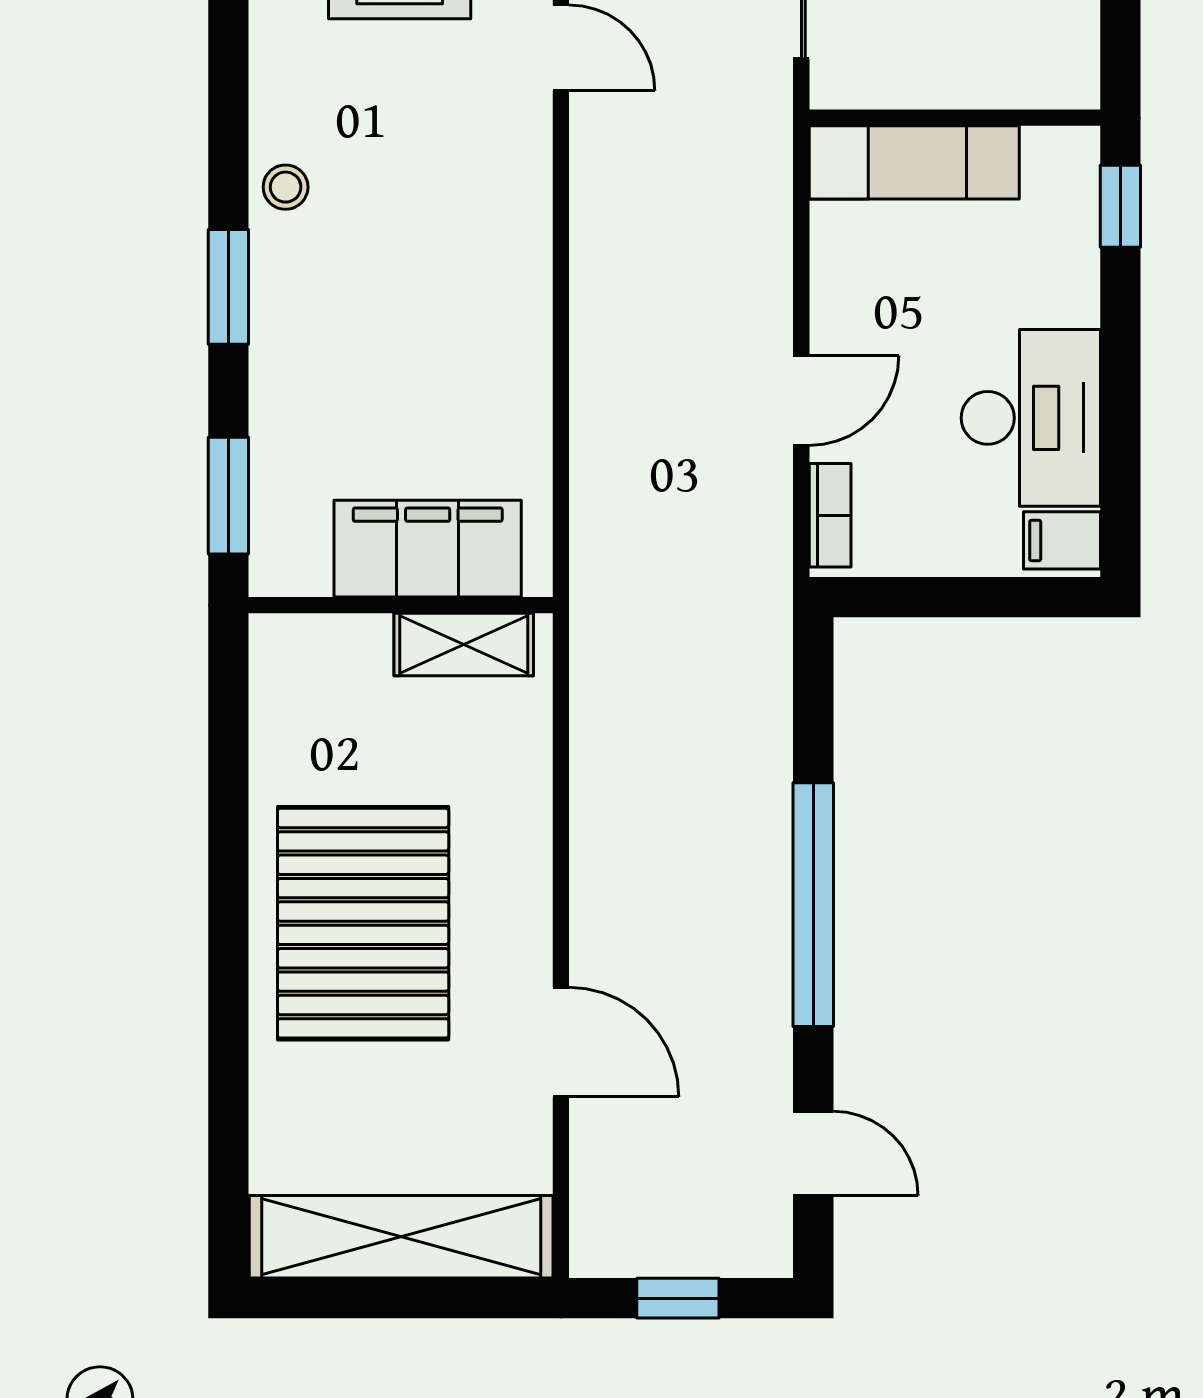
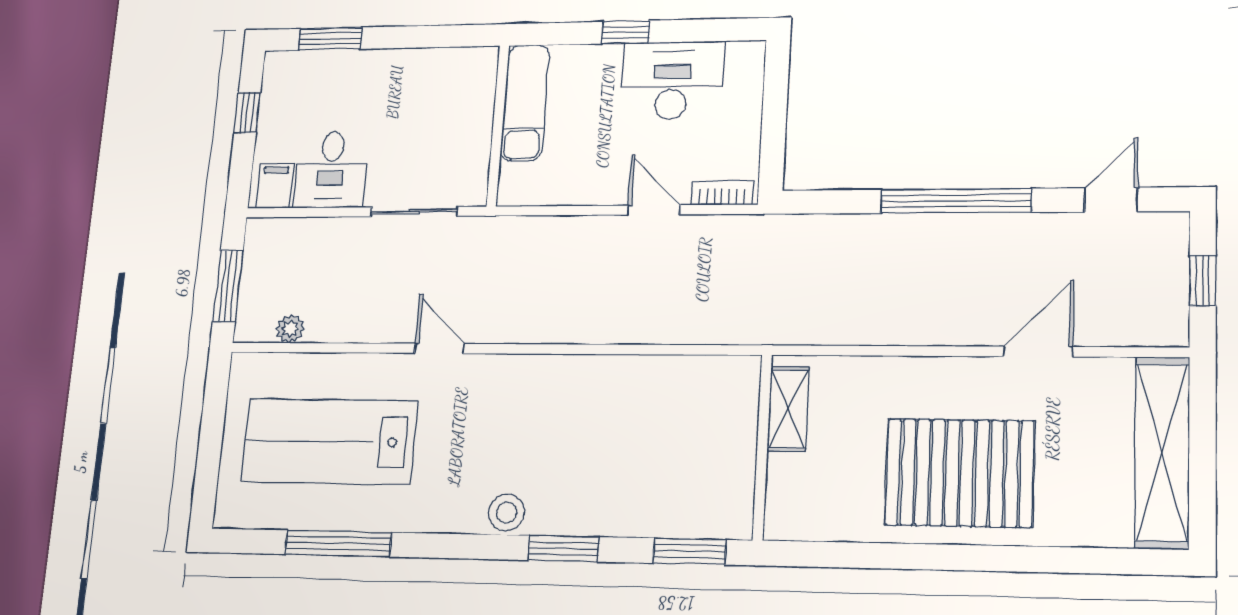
door: (561, 48) -> (439, 348), hinge flipped
exam couch: (914, 162) -> (525, 103), moved
stool: (286, 187) -> (507, 512), width x1.37, depth x1.37
window: (1120, 206) -> (626, 32), moved
filing cabinet: (1062, 540) -> (744, 62), removed
filing cabinet: (428, 549) -> (729, 430), removed

